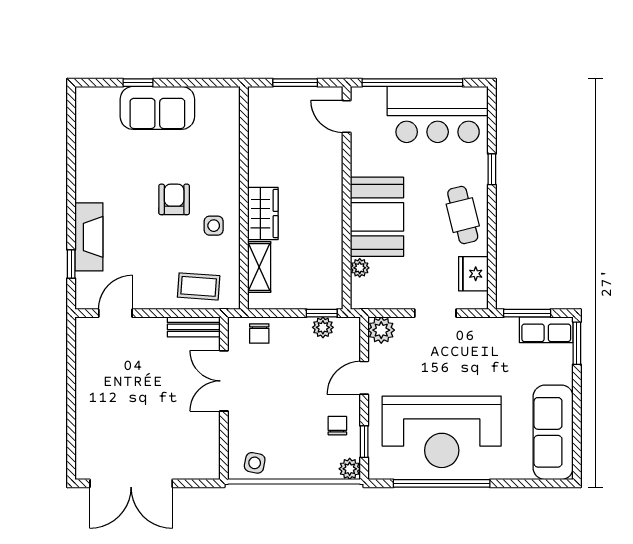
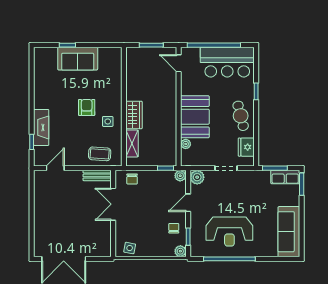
plant: (323, 327) -> (180, 176), moved
reception desk: (442, 432) -> (229, 231), width x0.74, depth x0.77

